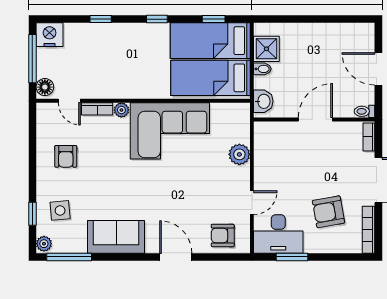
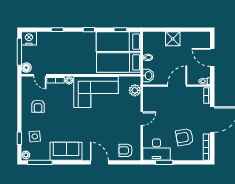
shower: (266, 49) -> (173, 39), moved
plant: (239, 154) -> (135, 90), moved
door: (252, 203) -> (142, 119), moved

